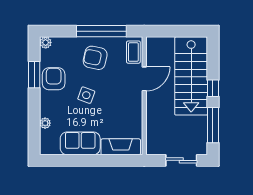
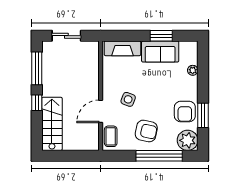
window: (101, 31) -> (159, 156), moved
plant: (46, 43) -> (188, 140), width x1.88, depth x1.88
stairs: (191, 76) -> (52, 124), width x0.73, depth x0.66
side table: (86, 95) -> (128, 99), moved
window: (79, 160) -> (161, 36), added

